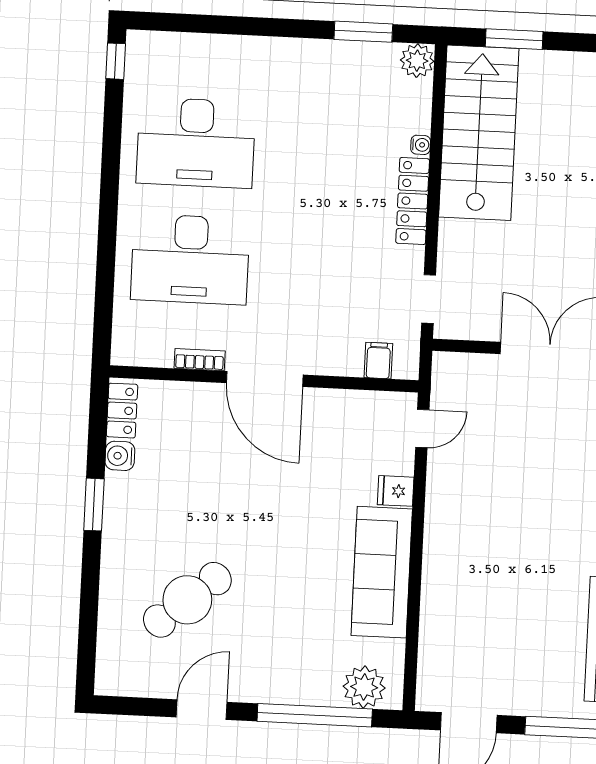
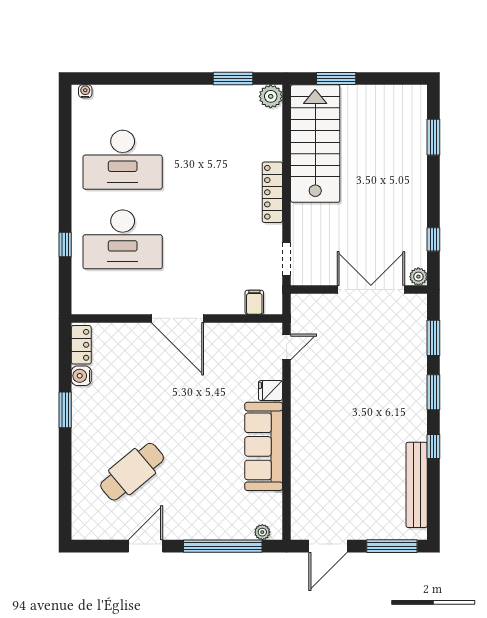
window: (116, 61) -> (65, 245), moved
water cooler: (421, 145) -> (85, 91), moved, turned -90
bookcase: (200, 360) -> (132, 308), removed
plant: (364, 687) -> (262, 532), width x0.53, depth x0.53

